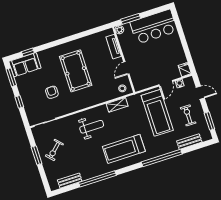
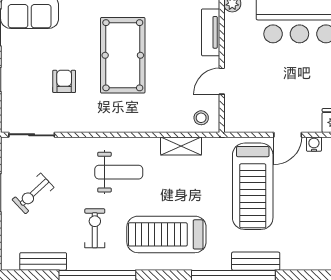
exercise bike: (188, 115) -> (95, 228), moved
bench: (189, 142) -> (256, 261), moved

